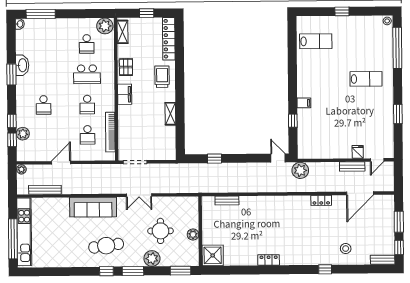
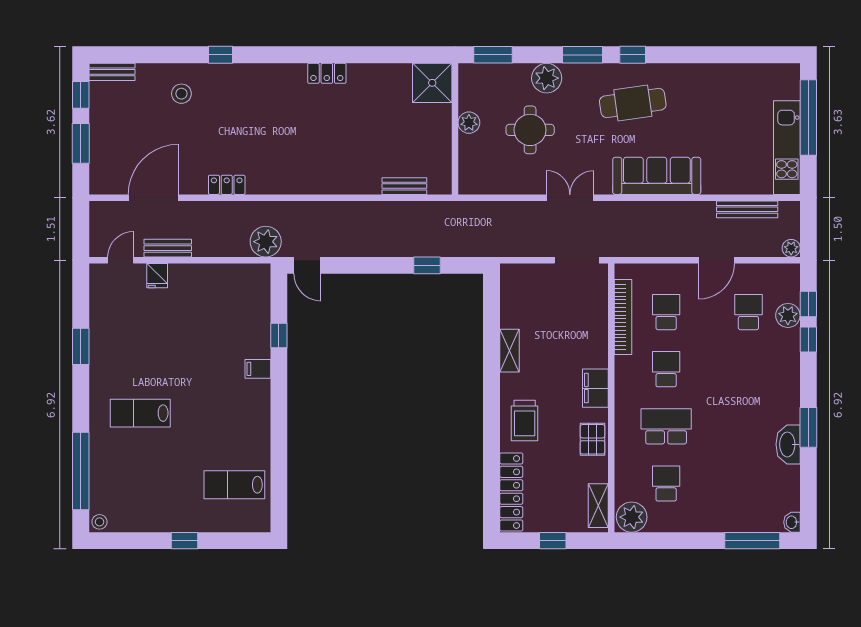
school desk: (44, 105) -> (748, 312), moved
kitchen unit: (24, 232) -> (787, 148), width x0.73

